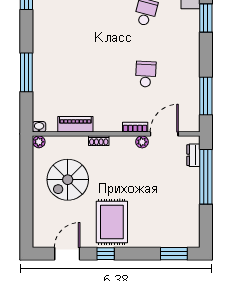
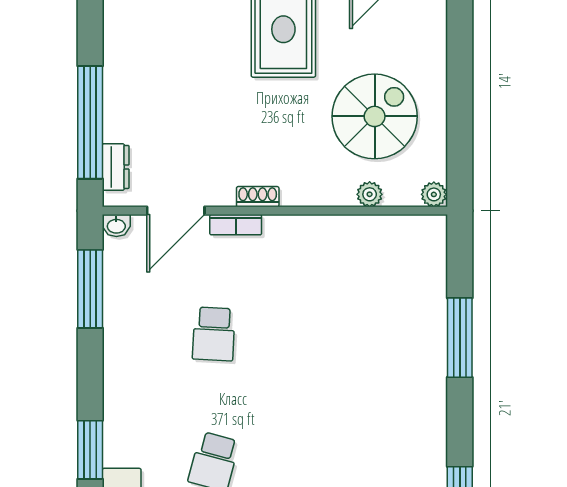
piano: (75, 124) -> (359, 231), removed
washbasin: (39, 127) -> (116, 226), moved
shoe rack: (99, 141) -> (258, 197), moved
plant: (142, 142) -> (370, 194), moved

